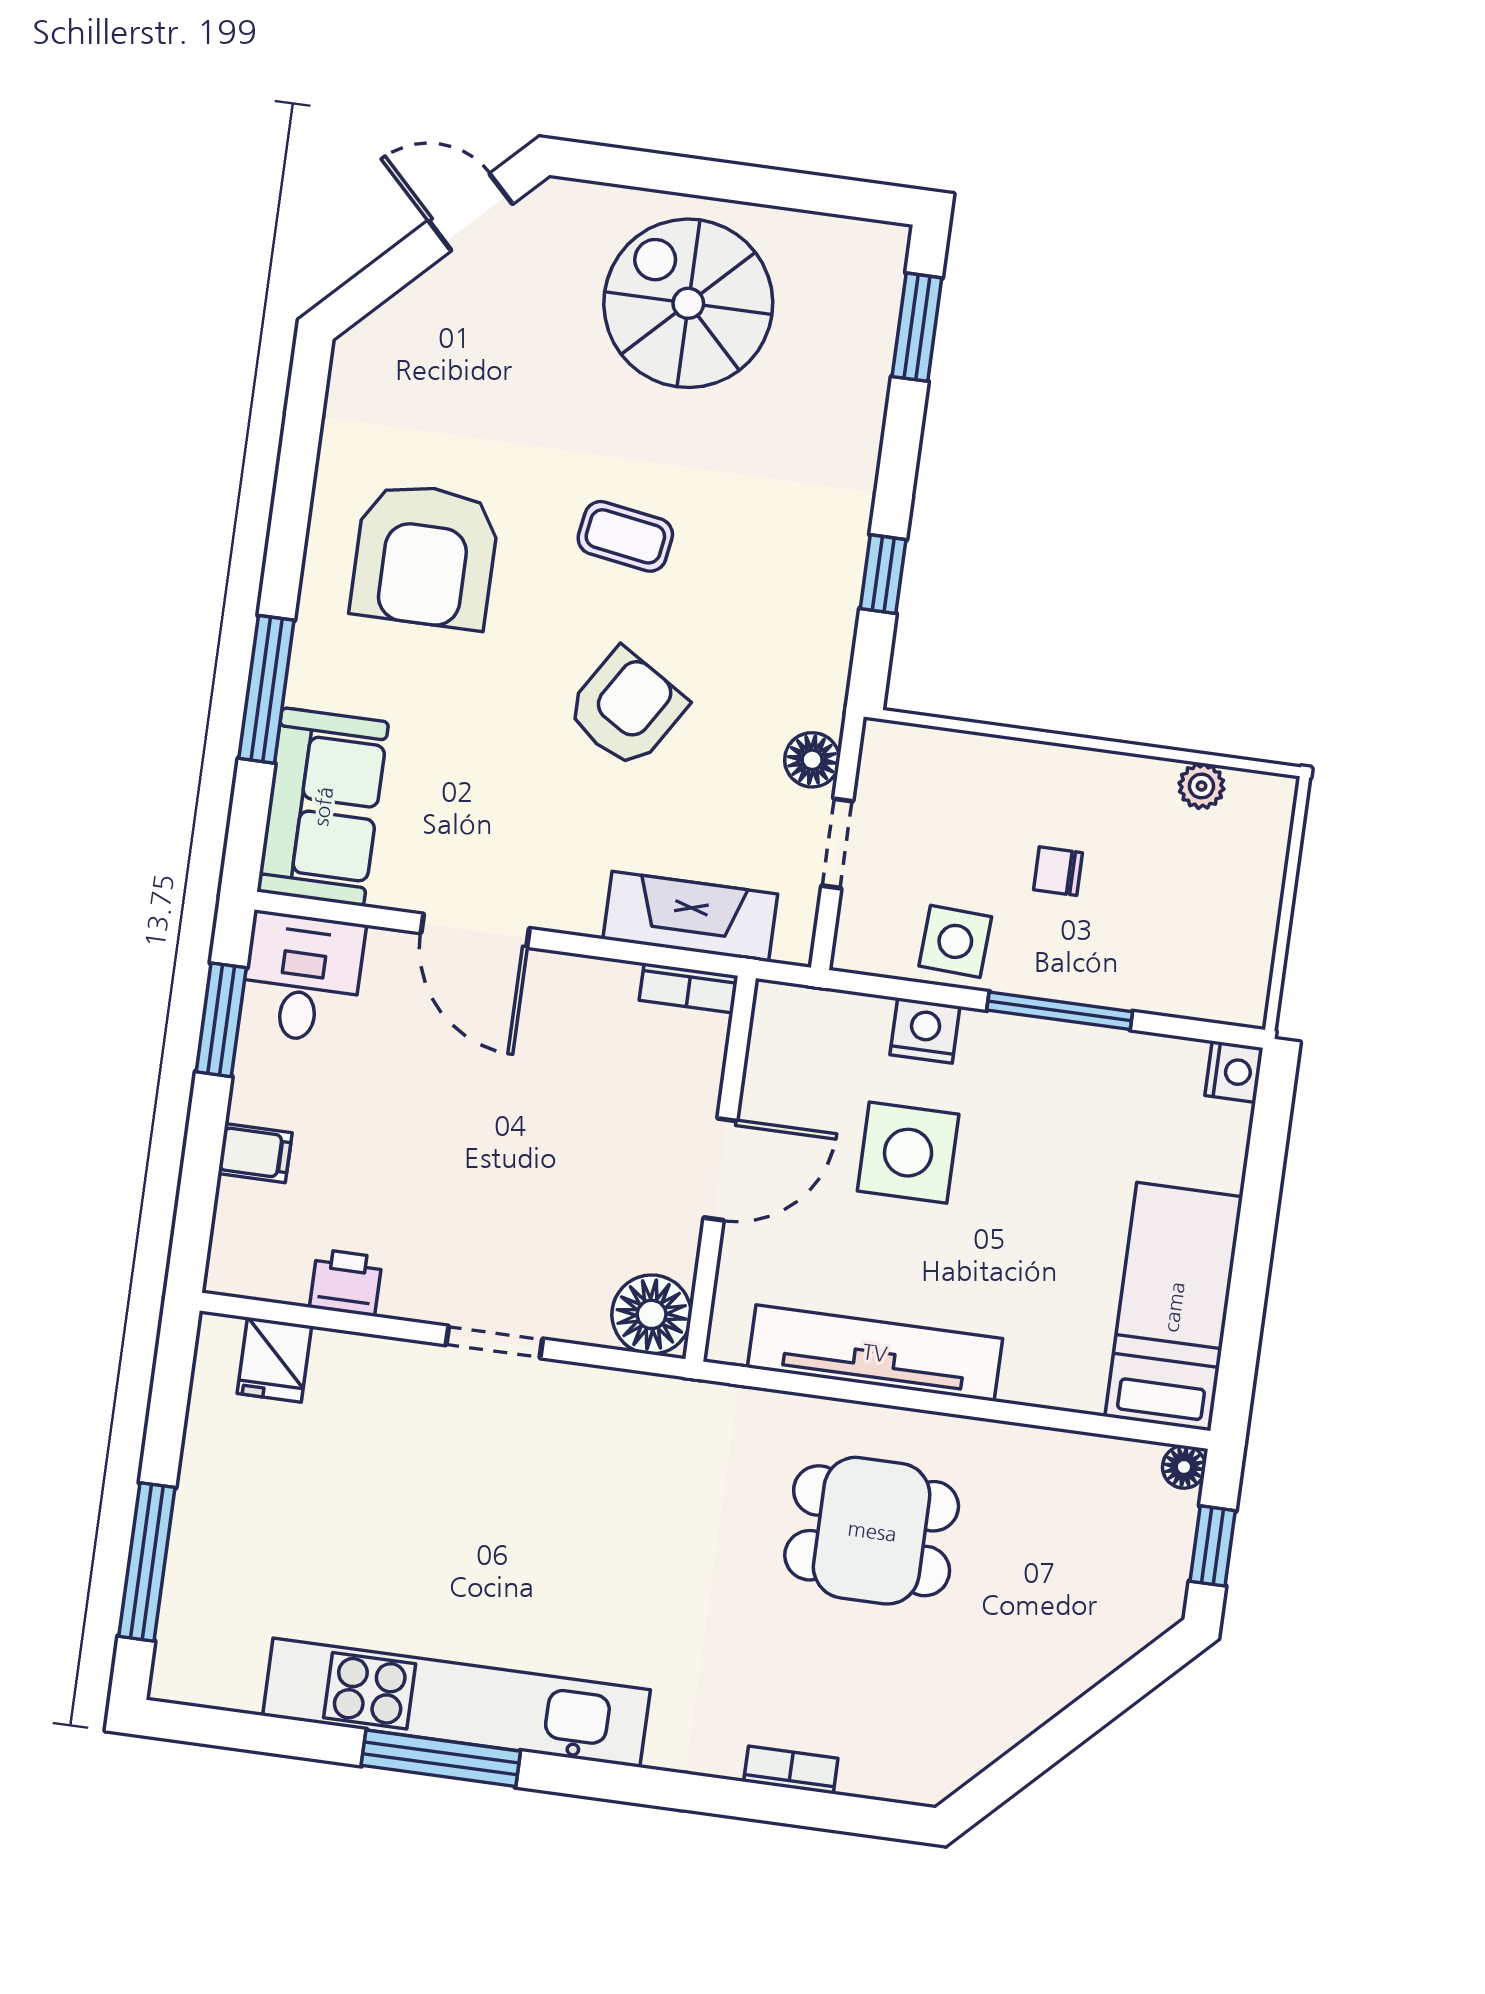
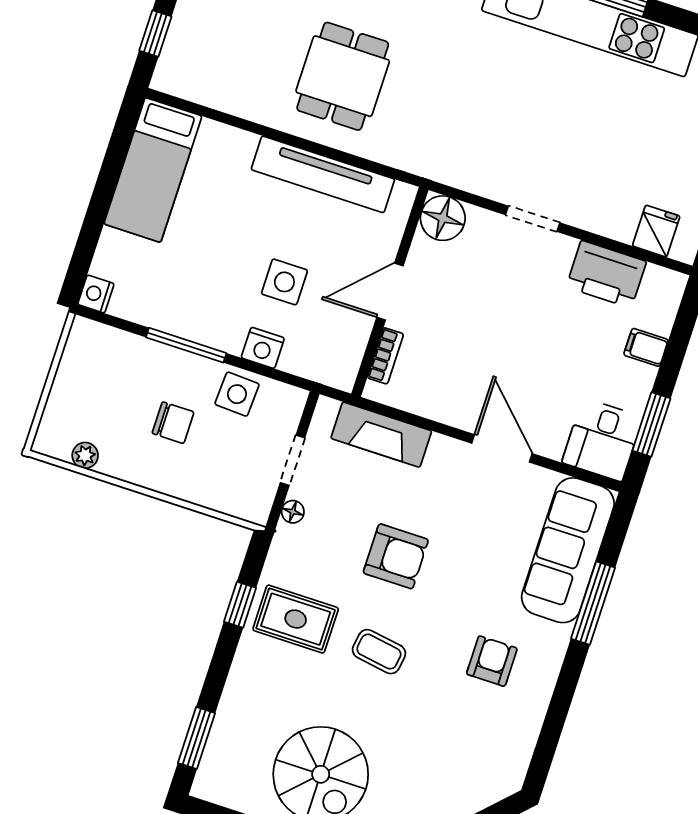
armchair: (425, 556) -> (492, 661), width x0.53, depth x0.53
rug: (781, 567) -> (296, 619), added
armchair: (626, 708) -> (396, 556), turned -122
floor lamp: (812, 760) -> (293, 512), width x0.73, depth x0.73
sofa: (323, 807) -> (568, 550), width x1.36
chair: (1058, 871) -> (173, 423), width x1.37, depth x1.37
bookcase: (689, 988) -> (385, 356), moved, turned 90
side table: (908, 1153) -> (284, 282), width x0.73, depth x0.73
printer: (346, 1283) -> (606, 274), width x1.87, depth x1.48
floor lamp: (1184, 1467) -> (163, 80), removed
dining table: (872, 1531) -> (343, 76), turned 90

